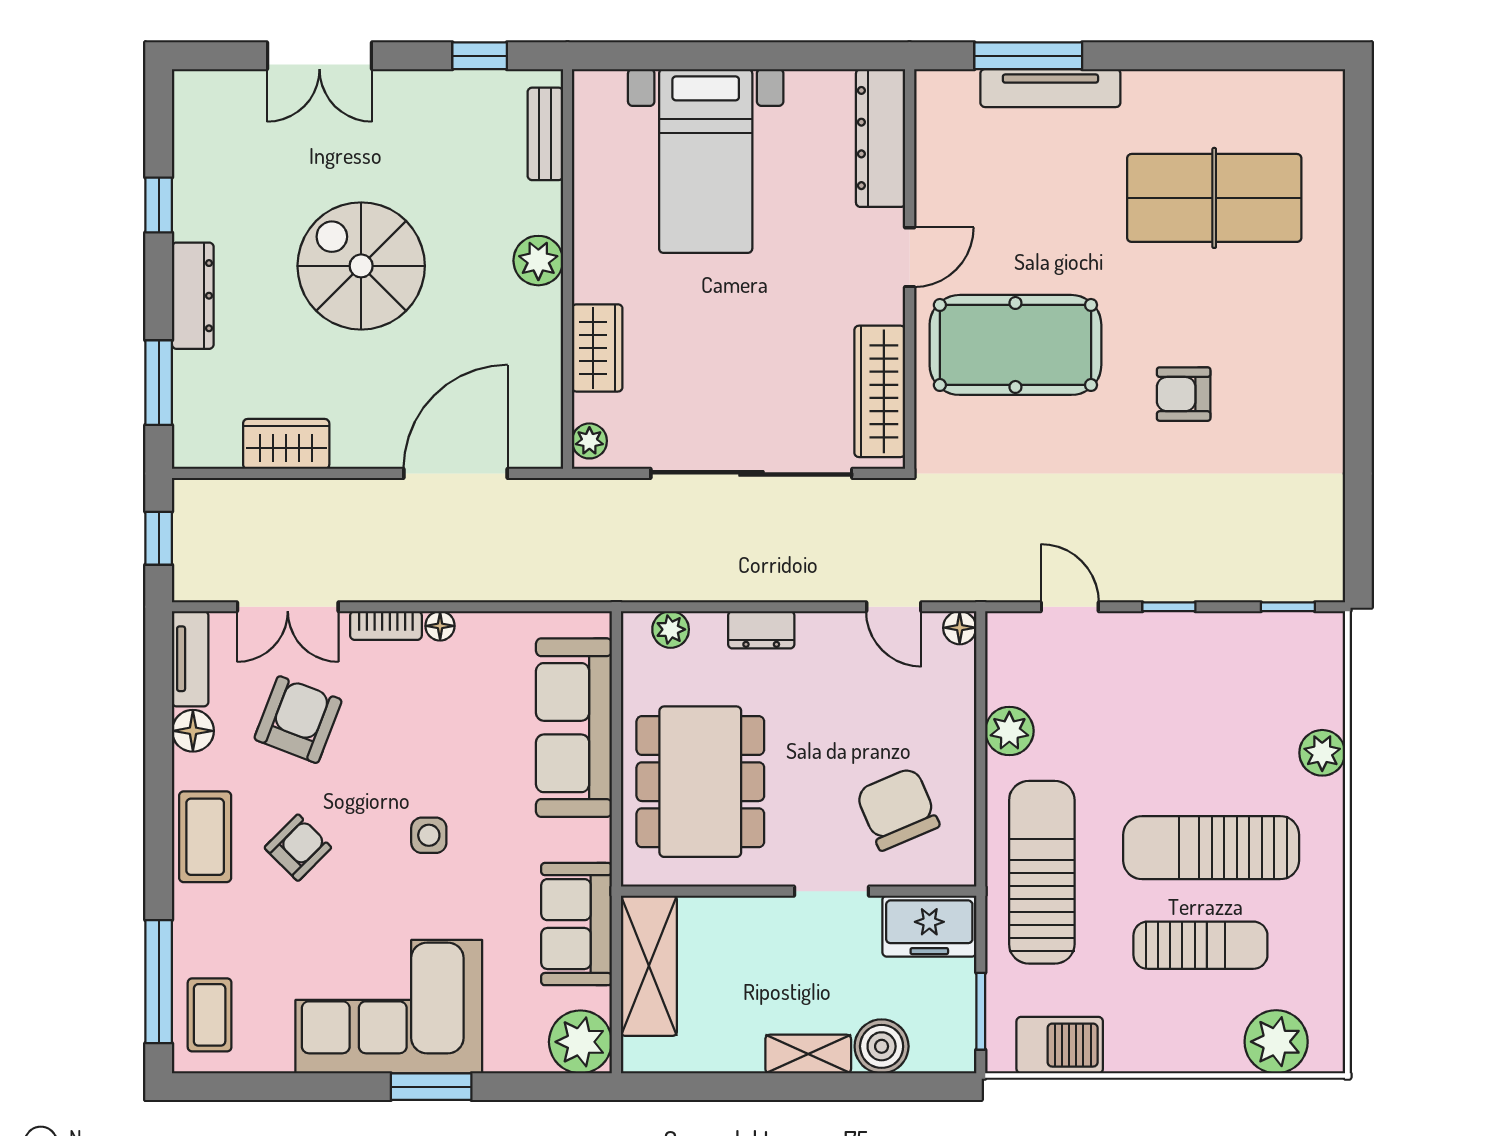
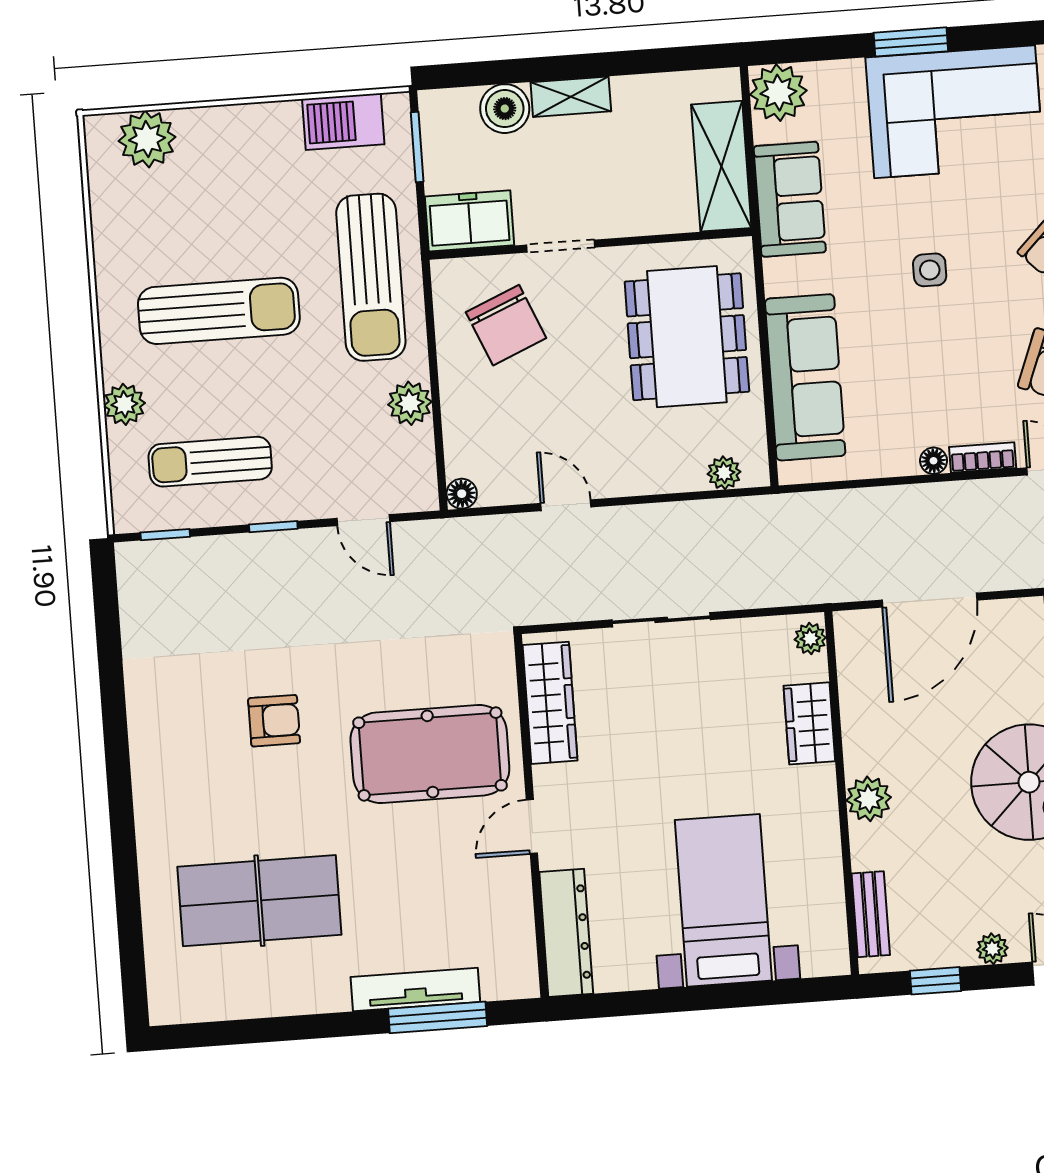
plant: (415, 86) -> (992, 949), added
sliding door: (751, 473) -> (661, 620), width x0.54
door: (894, 607) -> (566, 505), moved
dresser: (761, 630) -> (642, 479), removed
sun lounger: (1200, 945) -> (210, 462), moved

